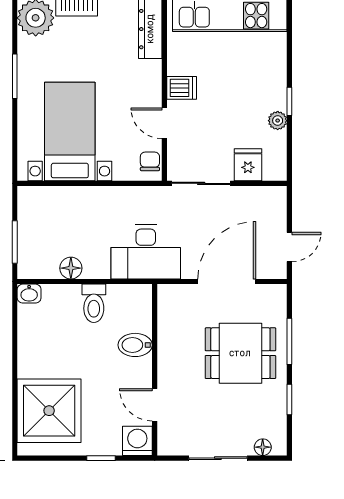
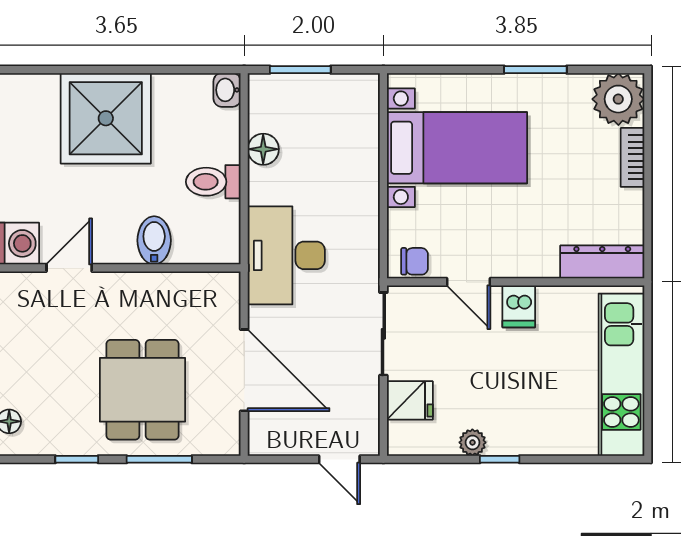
door: (164, 123) -> (469, 282), swing flipped
door: (289, 247) -> (339, 459), moved
shower: (49, 411) -> (106, 118), moved

